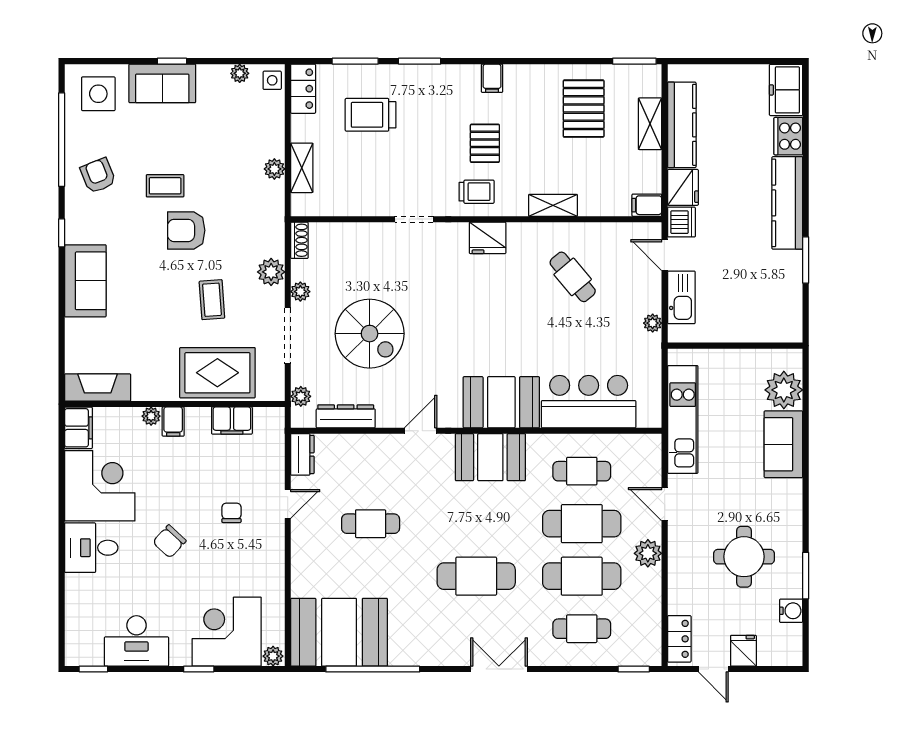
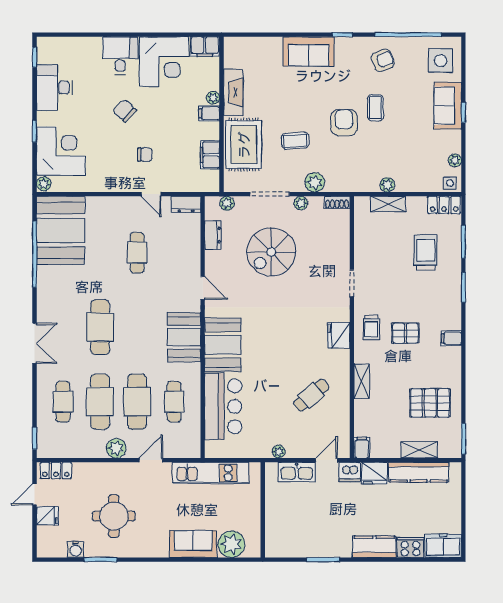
kitchen counter: (787, 203) -> (374, 547), width x0.67
fireplace: (98, 388) -> (233, 92), moved
dresser: (346, 416) -> (213, 235), width x0.70

